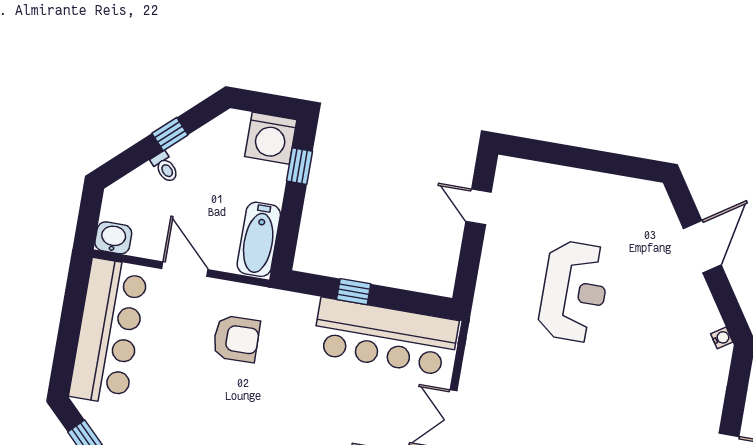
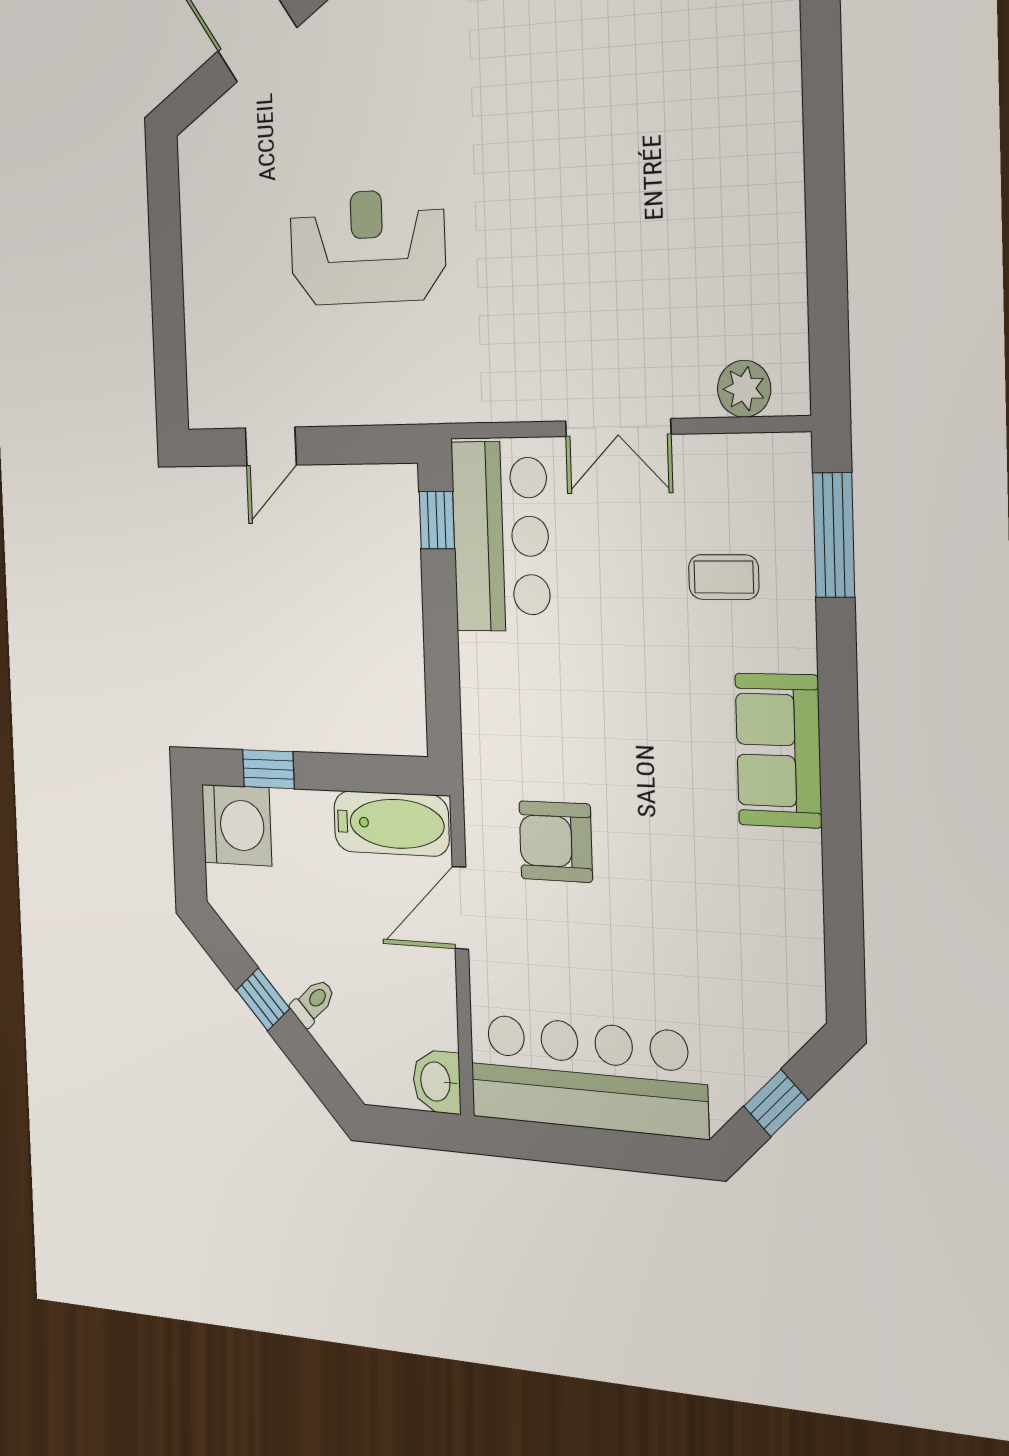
door: (185, 269) -> (460, 908), moved
window: (354, 292) -> (437, 520), moved
bar counter: (385, 337) -> (501, 536), width x0.73
armchair: (236, 339) -> (556, 841), turned -89

